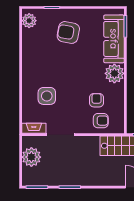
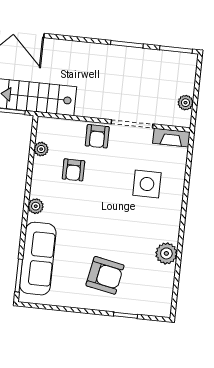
plant: (29, 21) -> (166, 253), moved
plant: (114, 73) -> (36, 206), width x0.53, depth x0.53
plant: (119, 112) -> (41, 149), added
armchair: (101, 121) -> (97, 136), moved, turned -90
plant: (31, 157) -> (185, 103), width x0.53, depth x0.53

